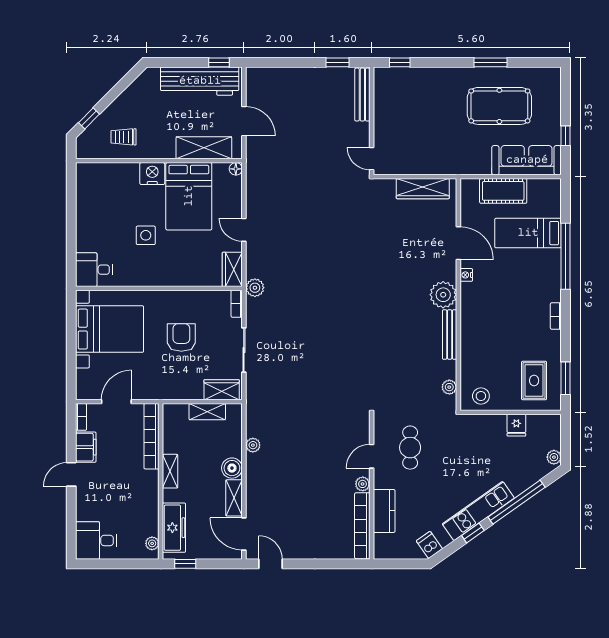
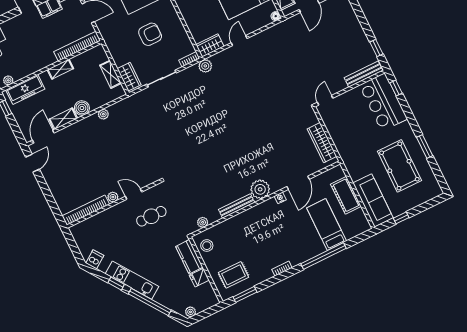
bar counter: (410, 87) -> (383, 102), added
kitchen counter: (384, 511) -> (189, 257), moved, turned 90

